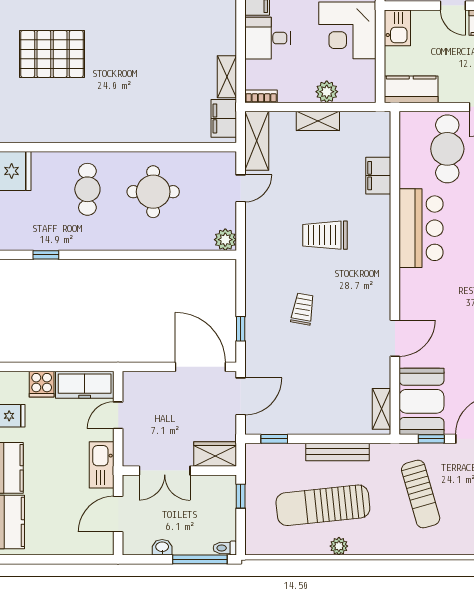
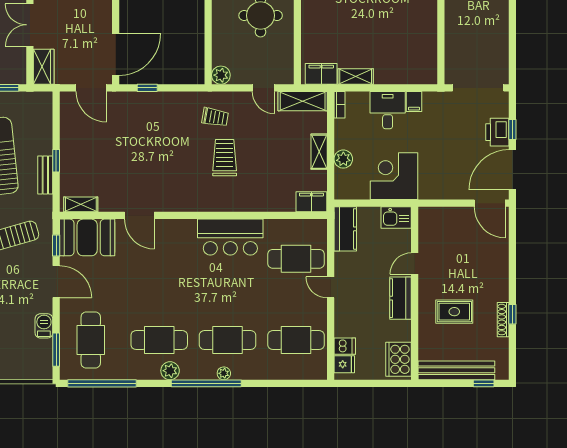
filing cabinet: (378, 176) -> (311, 202), moved
trolley: (303, 309) -> (215, 117), moved
window: (274, 439) -> (56, 161), moved
bench: (338, 452) -> (45, 175), width x0.73

